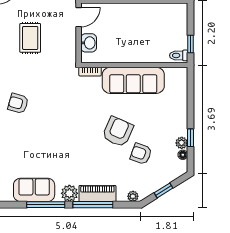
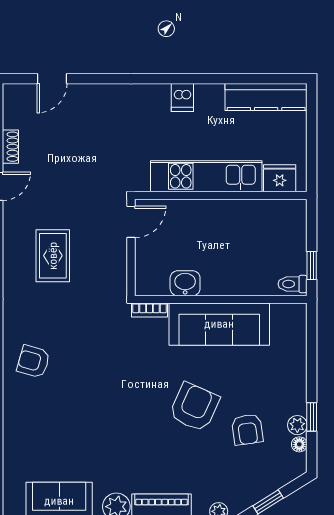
washbasin: (89, 43) -> (185, 283), moved, turned -90
armchair: (141, 154) -> (247, 430), moved, turned -118

